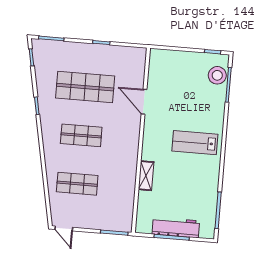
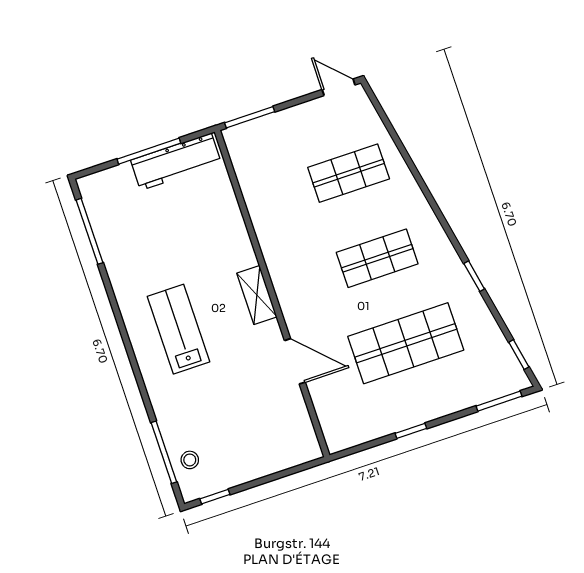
stool: (217, 75) -> (190, 460), width x0.53, depth x0.53
lab bench: (195, 143) -> (179, 329), turned -90
shelving: (146, 176) -> (257, 295), moved
workbench: (176, 227) -> (176, 162), moved

